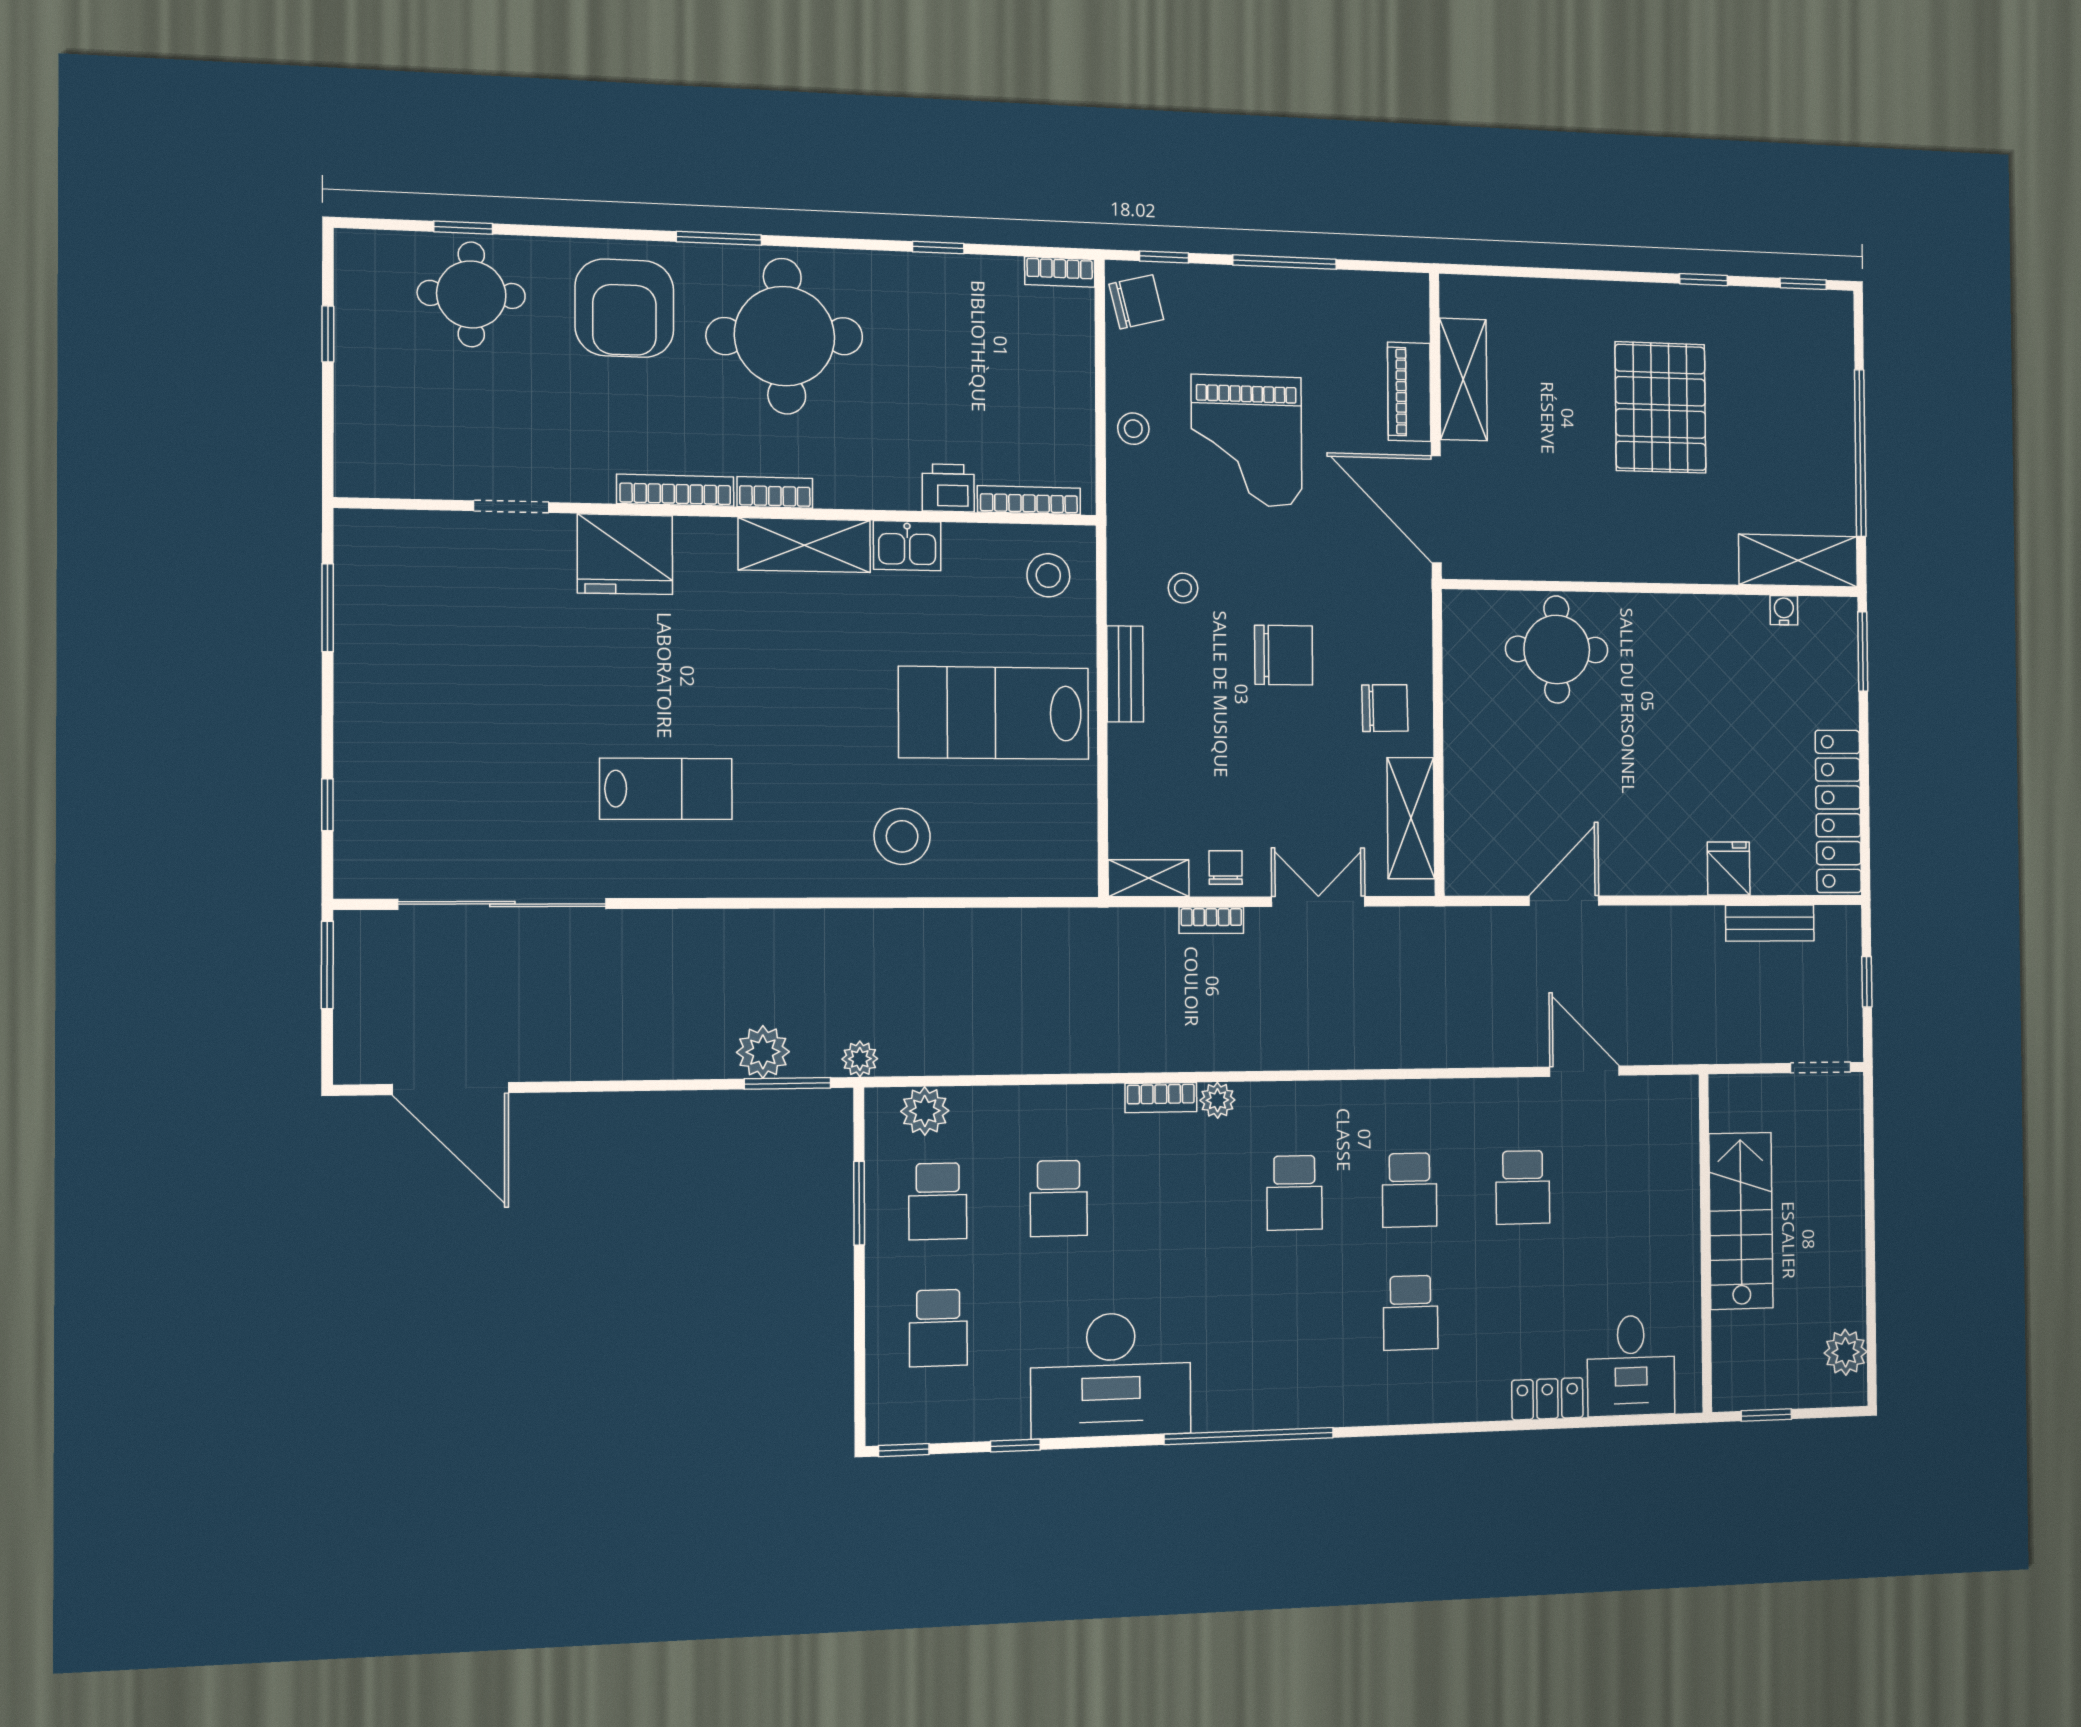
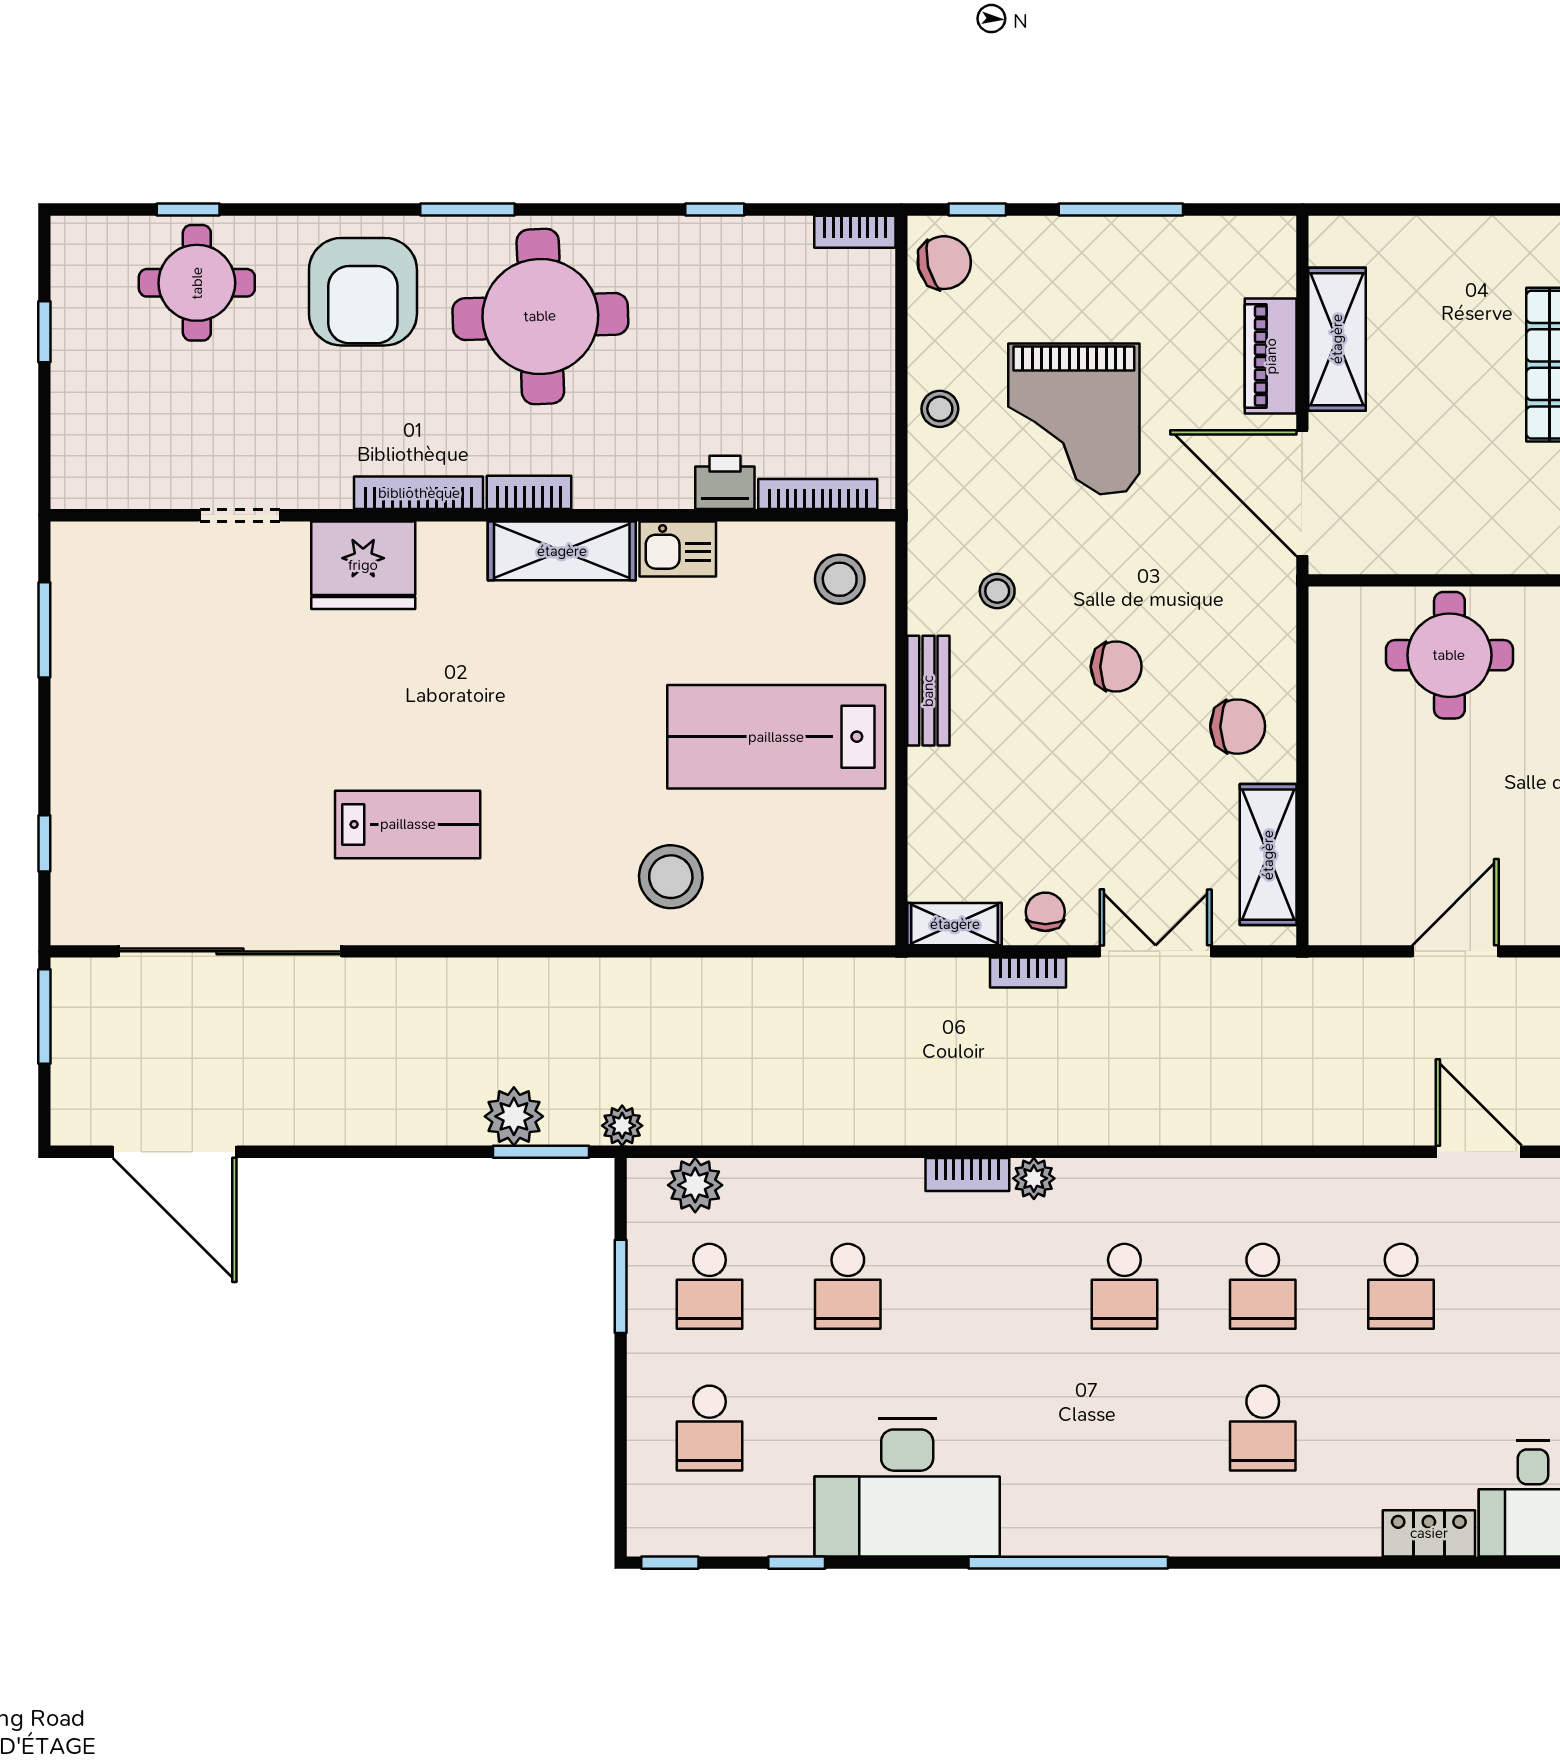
chair: (1284, 655) -> (1116, 667), width x0.73, depth x0.73

